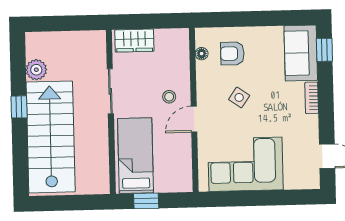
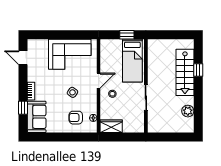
wardrobe: (134, 41) -> (111, 126), moved
window: (324, 50) -> (23, 108), moved
armchair: (232, 53) -> (76, 118), turned 180
window: (19, 107) -> (198, 70), moved
stairs: (51, 137) -> (185, 72), width x0.73, depth x0.66

